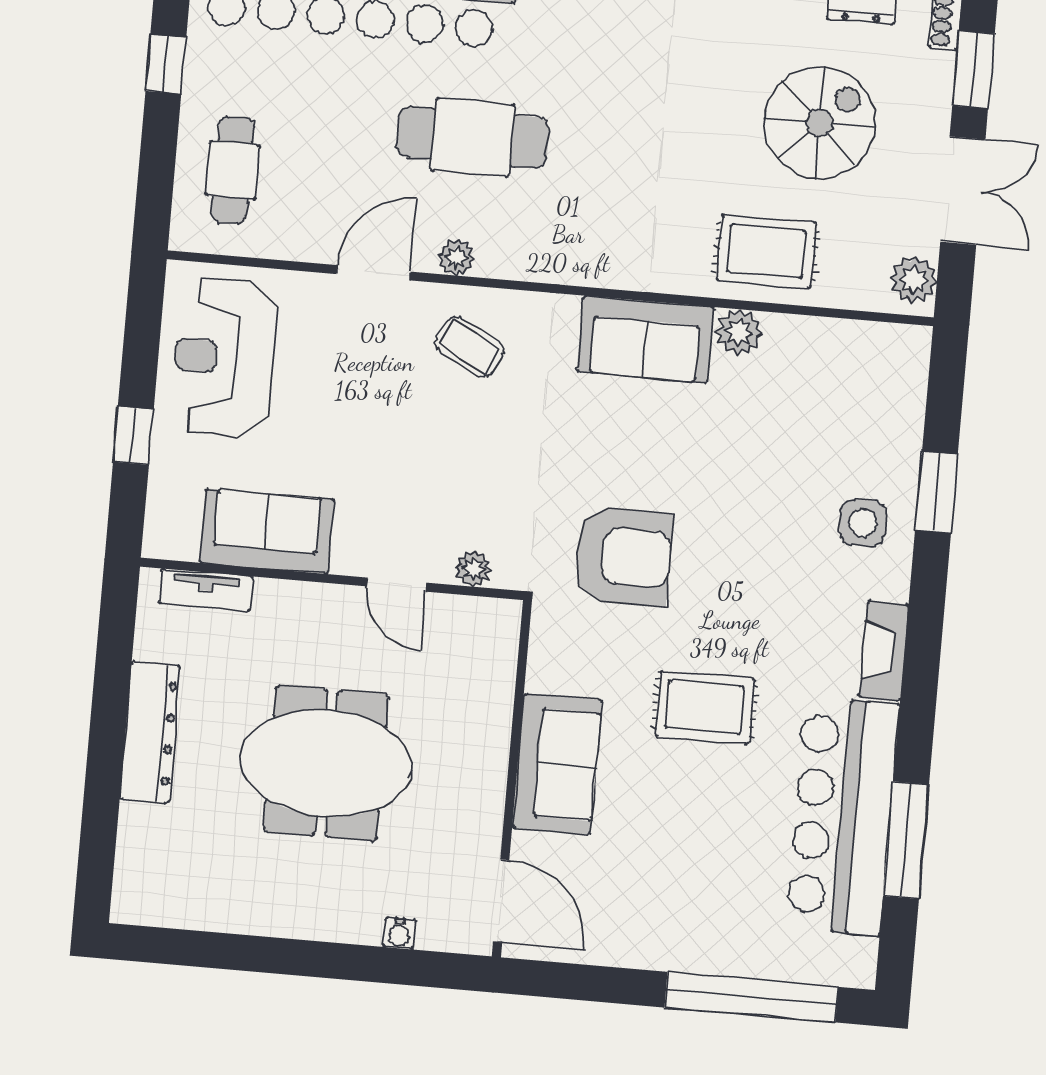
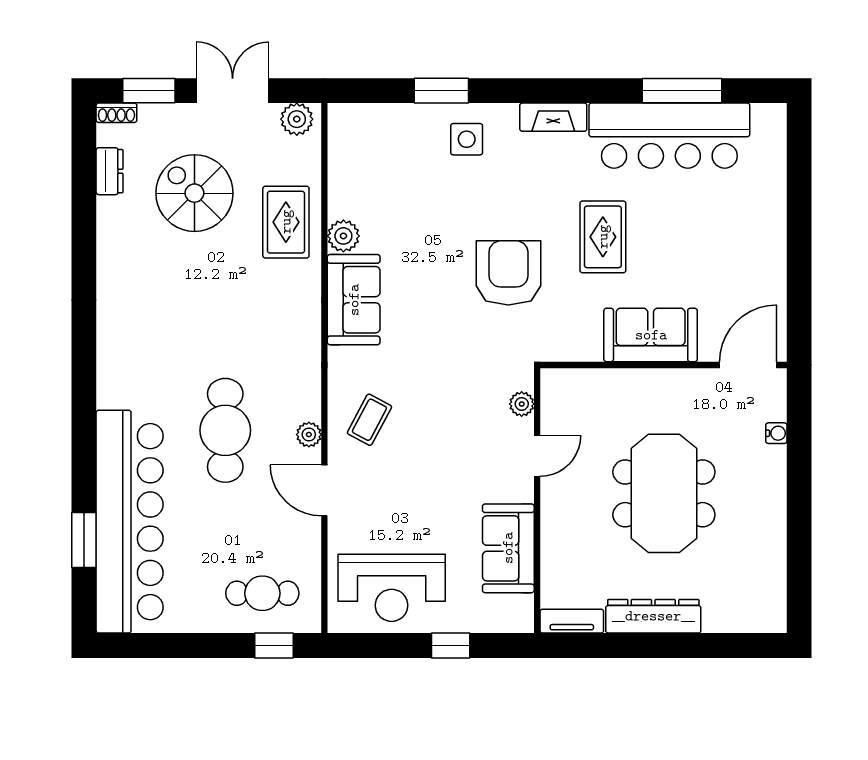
window: (166, 64) -> (274, 646), moved
armchair: (623, 556) -> (508, 273), moved
tv unit: (206, 590) -> (572, 621), moved, turned -90
window: (751, 997) -> (799, 187), removed

